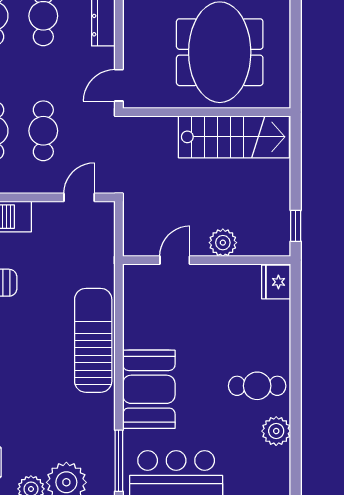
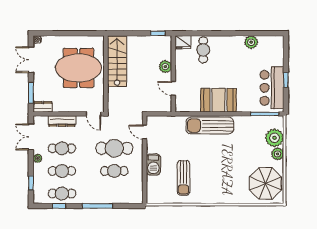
cafe table: (43, 131) -> (114, 148), width x1.37, depth x1.35
cafe table: (257, 386) -> (203, 50), moved
booth: (149, 389) -> (218, 100), moved

